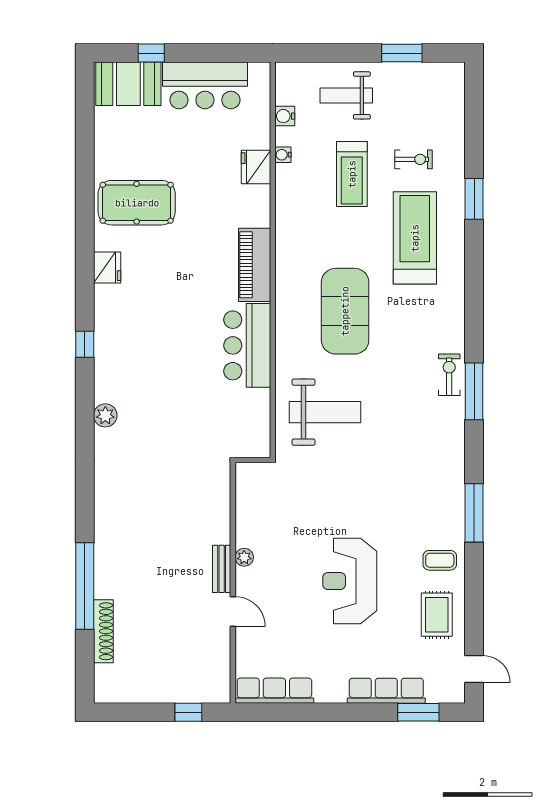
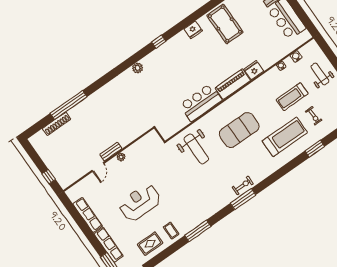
fridge: (256, 167) -> (254, 70), moved
row of seats: (274, 691) -> (88, 215), moved

